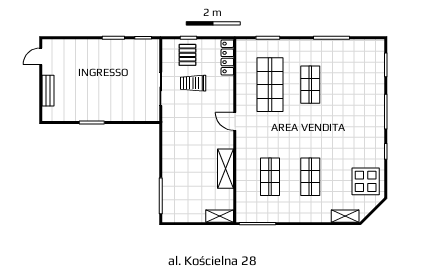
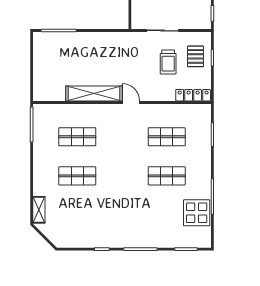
pallet: (187, 55) -> (196, 56), turned 90
trolley: (193, 83) -> (168, 62), turned 180
shop shelf: (270, 85) -> (167, 137), width x0.70, depth x0.74
door: (235, 121) -> (131, 103), hinge flipped
shelving: (226, 169) -> (94, 94), width x1.47
display table: (366, 181) -> (197, 213), moved
shelving: (220, 216) -> (39, 88), removed

